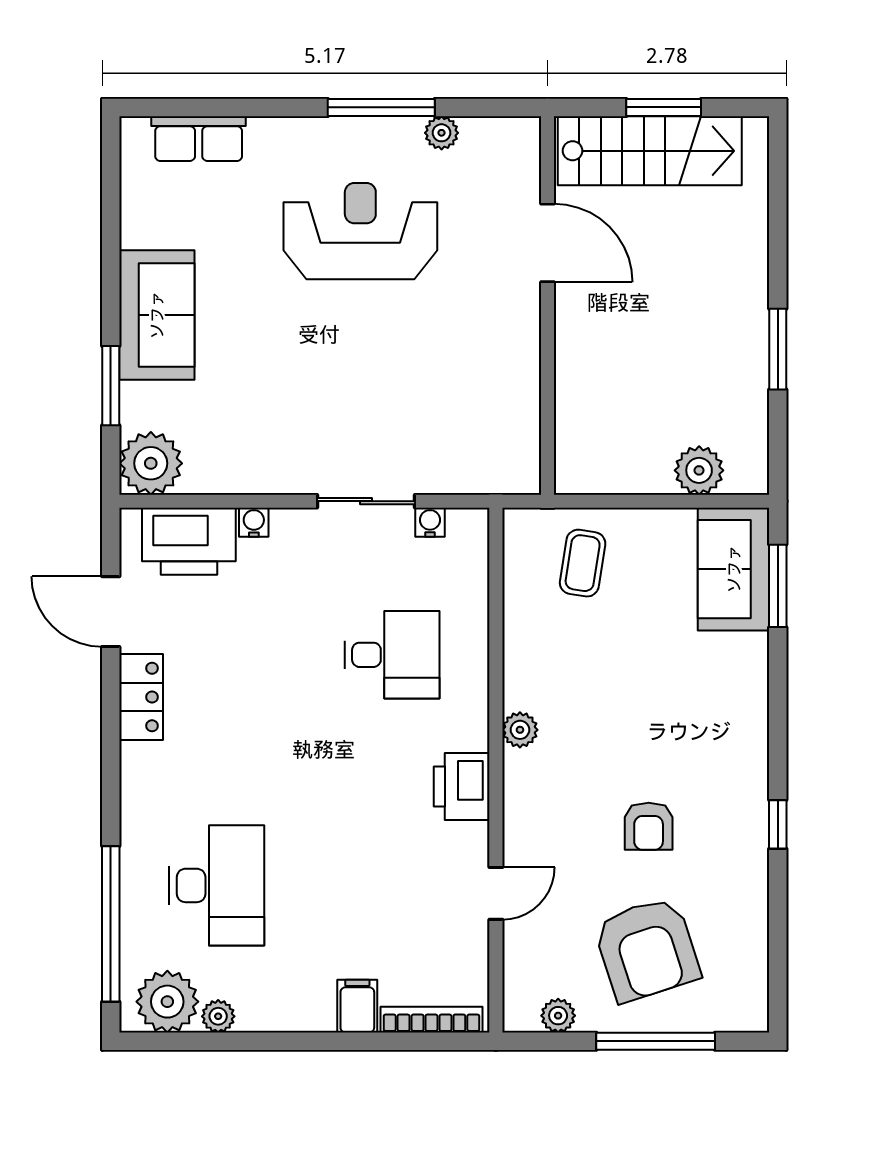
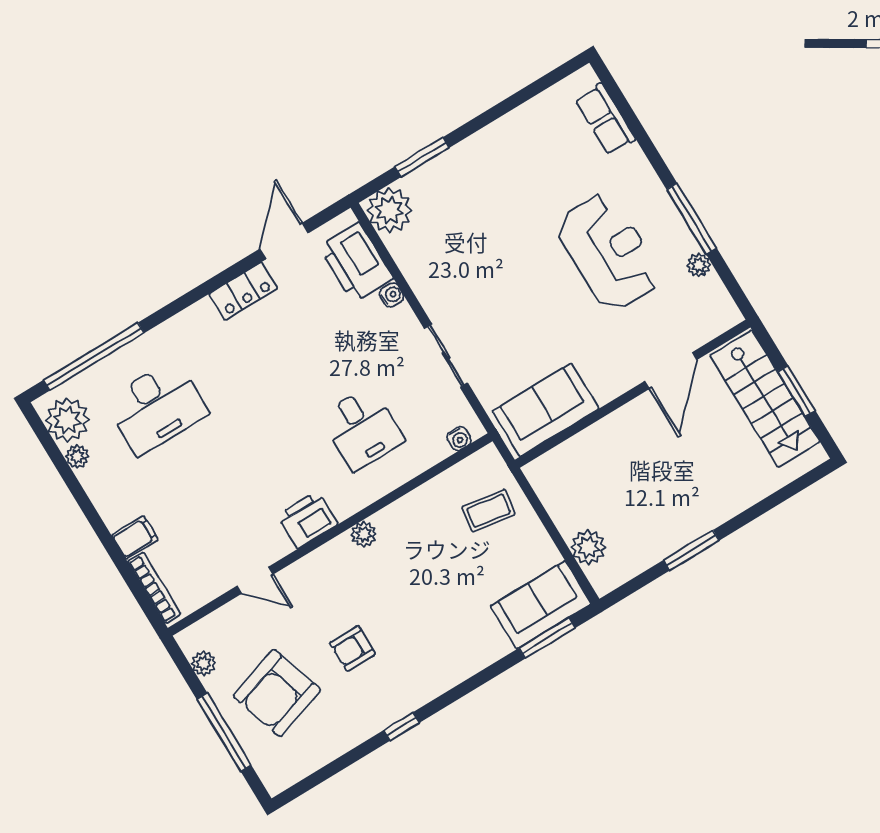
sofa: (157, 315) -> (546, 410), moved, turned 180
water cooler: (430, 522) -> (459, 439), moved, turned 90

